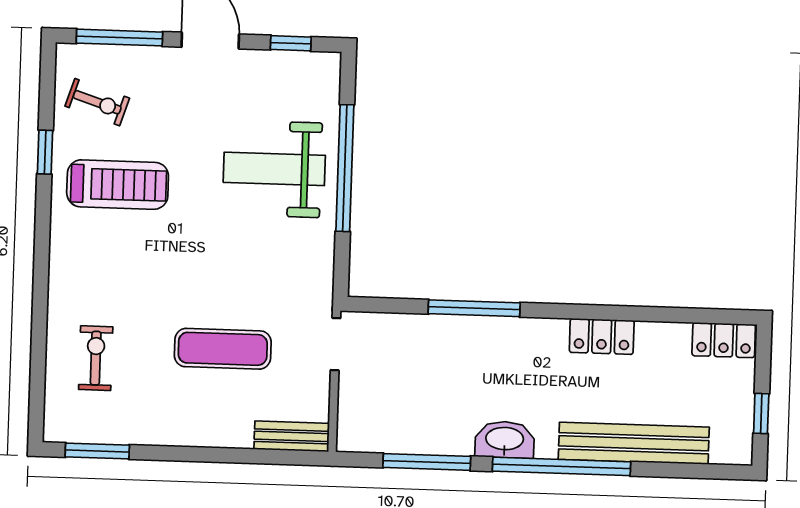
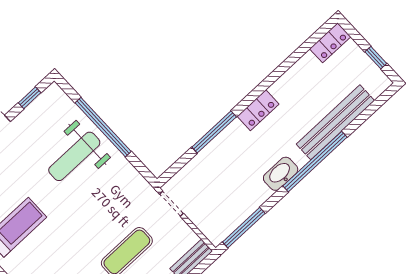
locker: (602, 336) -> (258, 110), moved
window: (427, 462) -> (244, 228), moved

